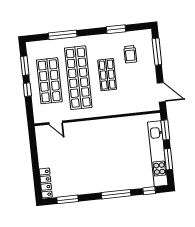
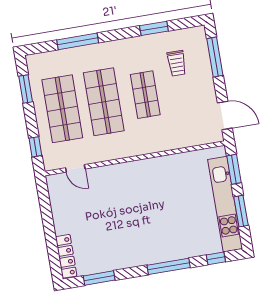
shop shelf: (78, 78) -> (104, 102), width x0.71
window: (27, 90) -> (35, 147), moved

